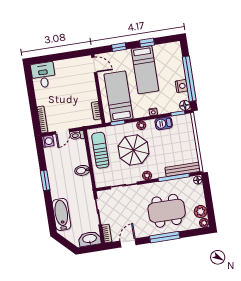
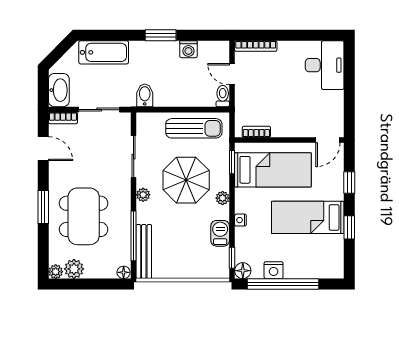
desk: (43, 75) -> (325, 65), width x1.37
washing machine: (48, 141) -> (188, 49), moved
bidet: (82, 170) -> (145, 95), moved
window: (165, 237) -> (43, 207), width x0.69

